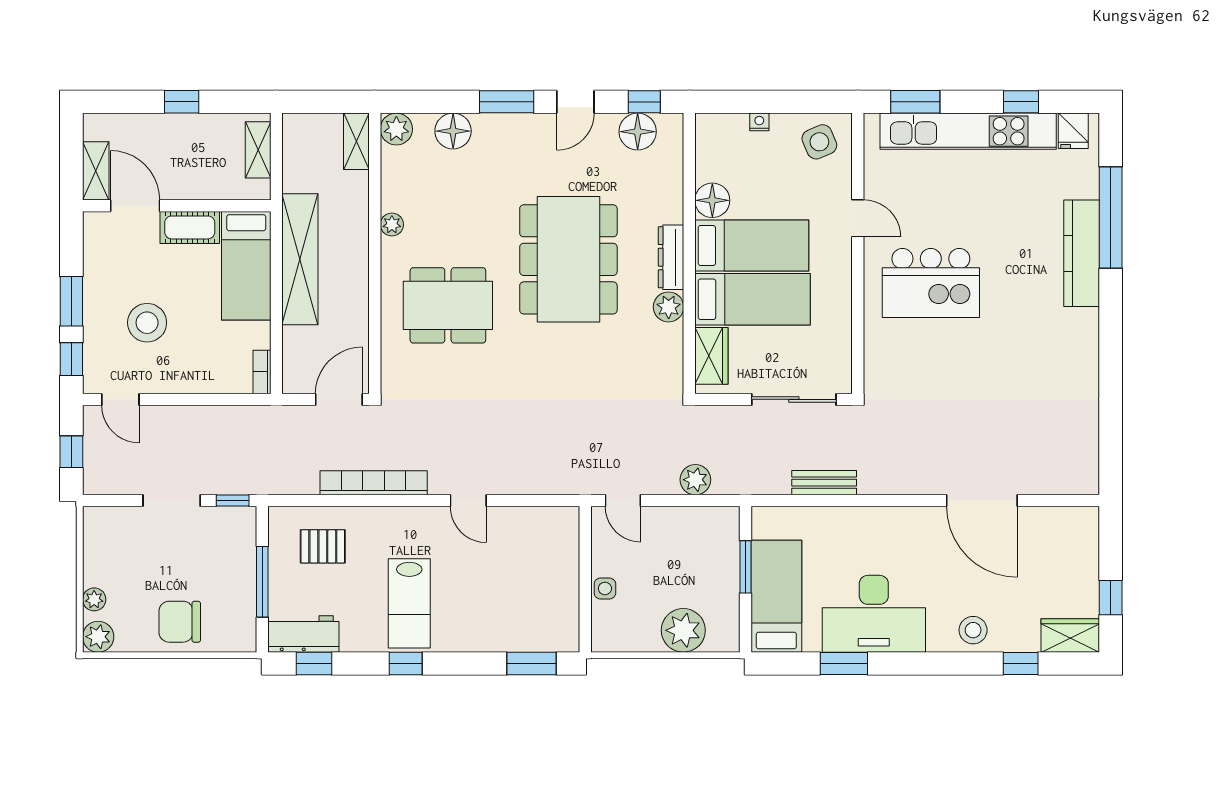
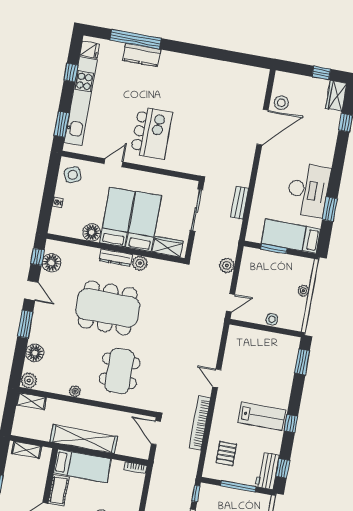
kitchen counter: (1082, 253) -> (142, 55), width x0.67
door: (468, 501) -> (217, 378), swing flipped
plant: (683, 630) -> (303, 291), width x0.53, depth x0.53
stool: (973, 630) -> (281, 103), moved

